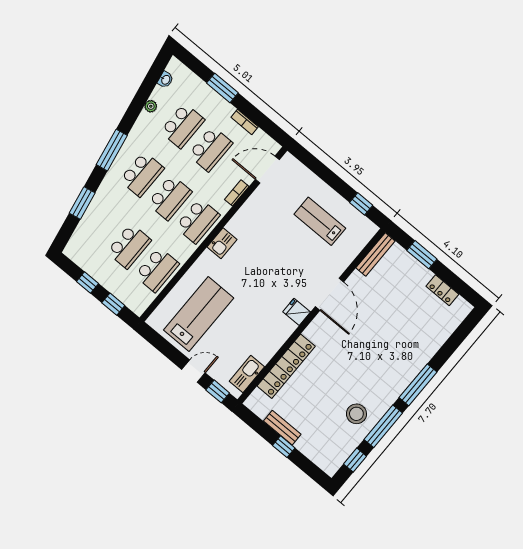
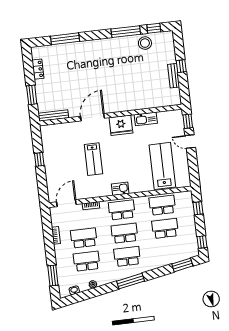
window: (222, 88) -> (53, 276), moved
door: (267, 170) -> (66, 203), swing flipped
window: (82, 203) -> (182, 265), moved
window: (361, 204) -> (39, 159), moved
lab bench: (320, 221) -> (93, 159), moved
window: (87, 282) -> (202, 242), moved
fridge: (297, 312) -> (121, 125), width x1.88, depth x1.34
lab bench: (199, 314) -> (162, 166), turned 90
locker: (286, 366) -> (145, 103), removed
kitchen sink: (247, 374) -> (146, 119), moved
window: (418, 385) -> (65, 39), moved
stool: (356, 414) -> (145, 43), moved

